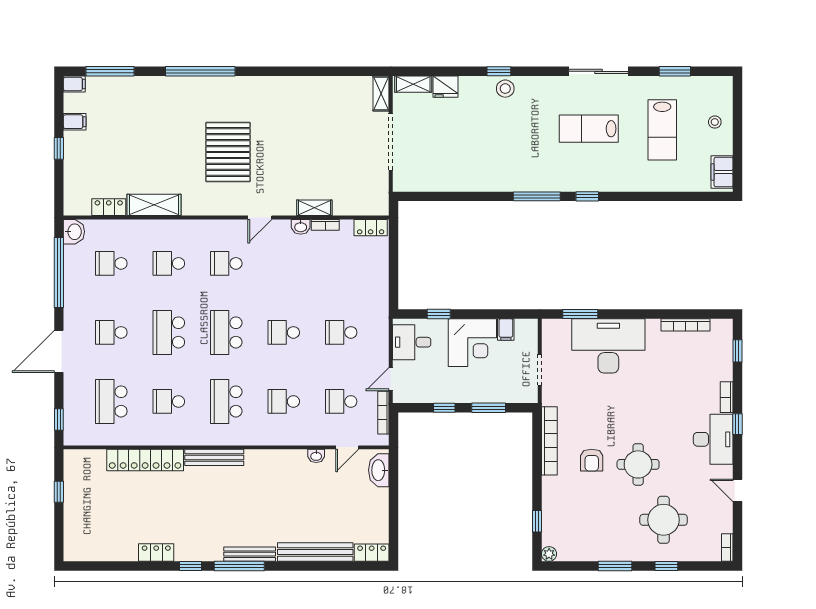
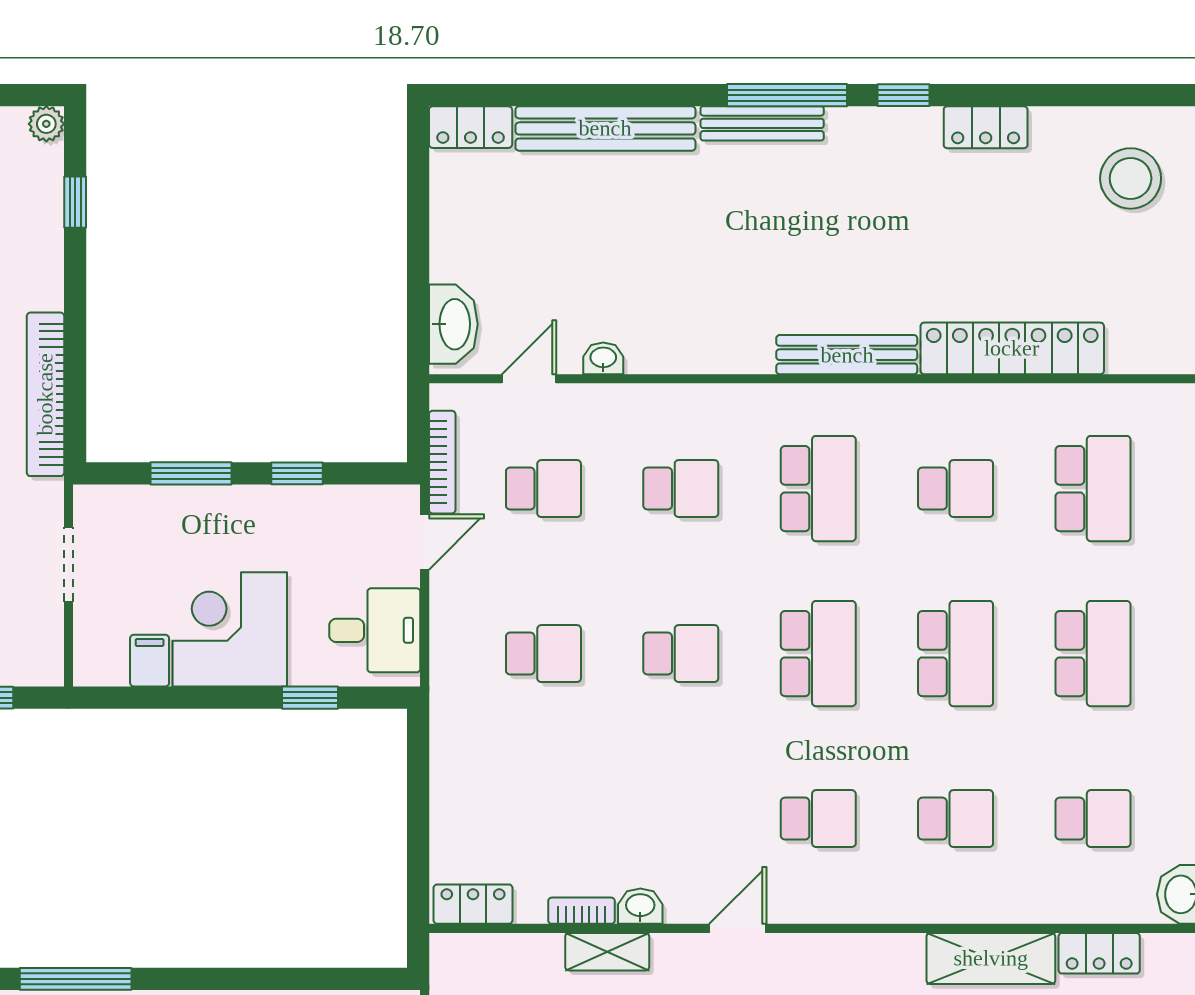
school desk: (111, 332) -> (1093, 654), width x1.85
stool: (96, 531) -> (1131, 178), added

